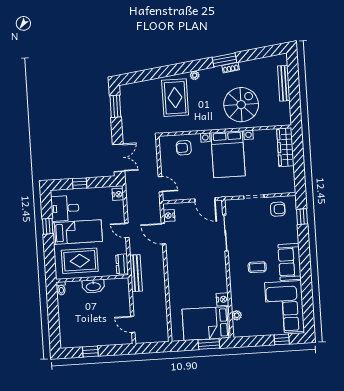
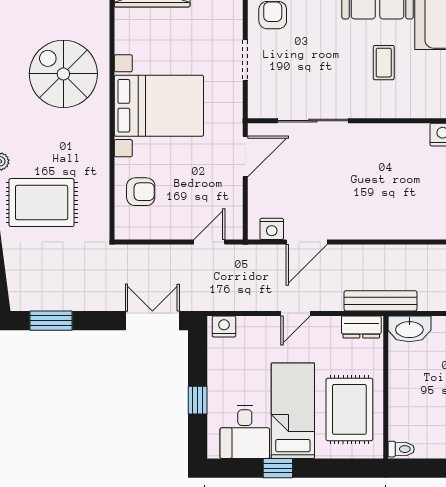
armchair: (184, 148) -> (141, 192), turned -90
washbasin: (93, 286) -> (409, 329), moved, turned 90

